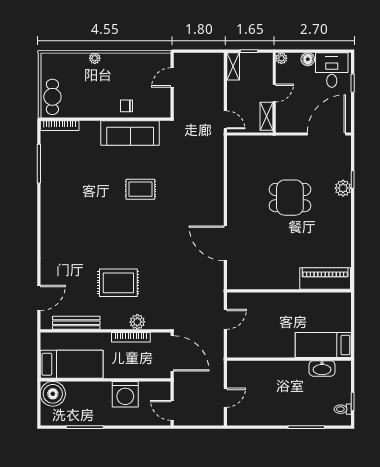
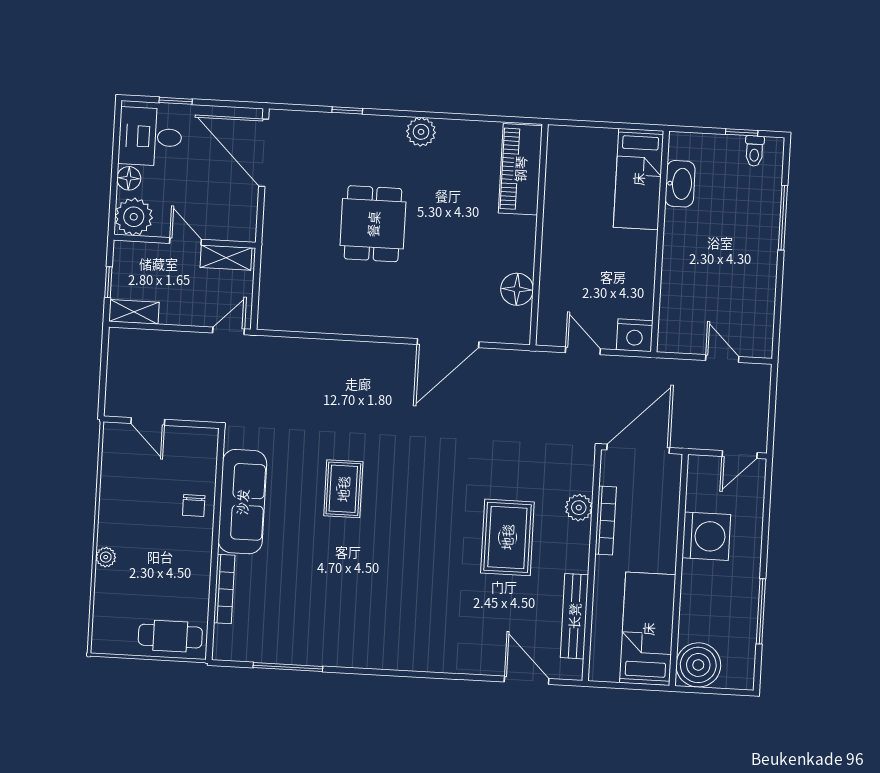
plant: (281, 58) -> (134, 217), width x1.87, depth x1.87
bookcase: (60, 126) -> (224, 589), moved
plant: (343, 188) -> (421, 132), moved
floor lamp: (258, 280) -> (517, 289), added
nightstand: (236, 348) -> (635, 335), added

